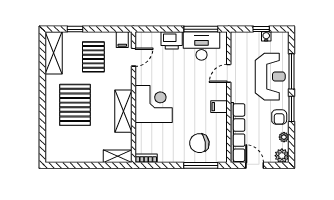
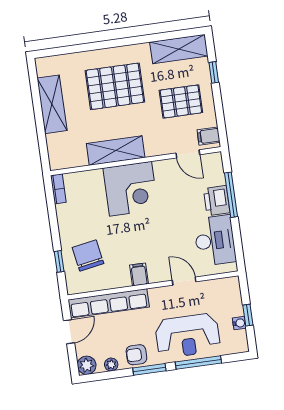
window: (201, 29) -> (231, 195), moved
shelving: (118, 156) -> (52, 104), moved, width x1.50, depth x1.33
window: (201, 165) -> (59, 261), width x0.46

